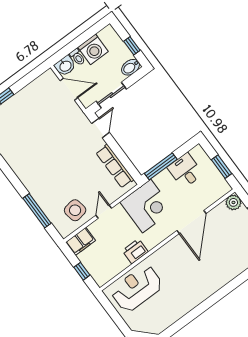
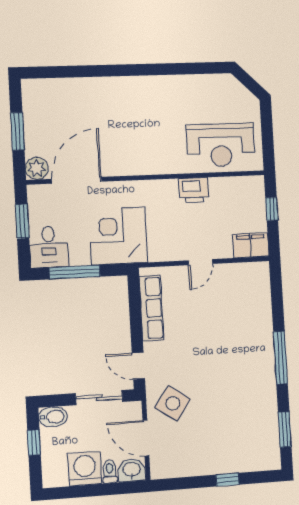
door: (101, 128) -> (138, 366), hinge flipped
window: (161, 166) -> (75, 272), moved
desk: (185, 171) -> (49, 247), moved
corner desk: (147, 206) -> (118, 236), moved
side table: (75, 210) -> (173, 403), moved, turned 45
window: (37, 211) -> (280, 358), moved
door: (191, 222) -> (77, 180), moved

